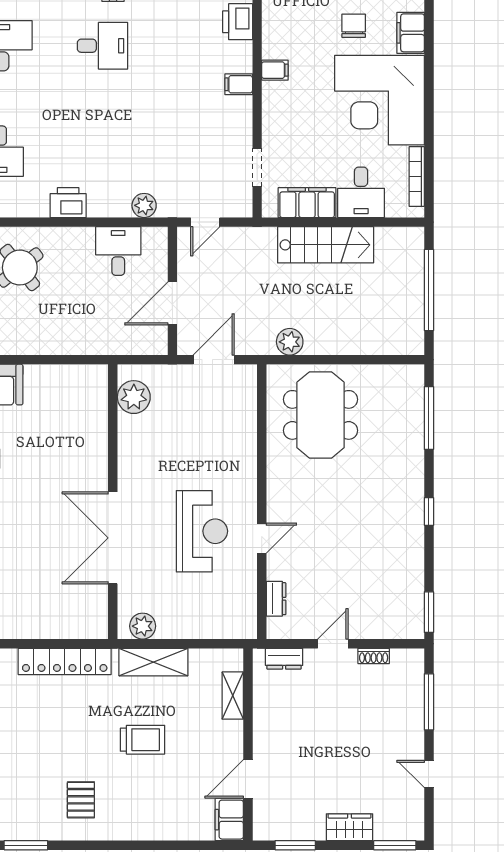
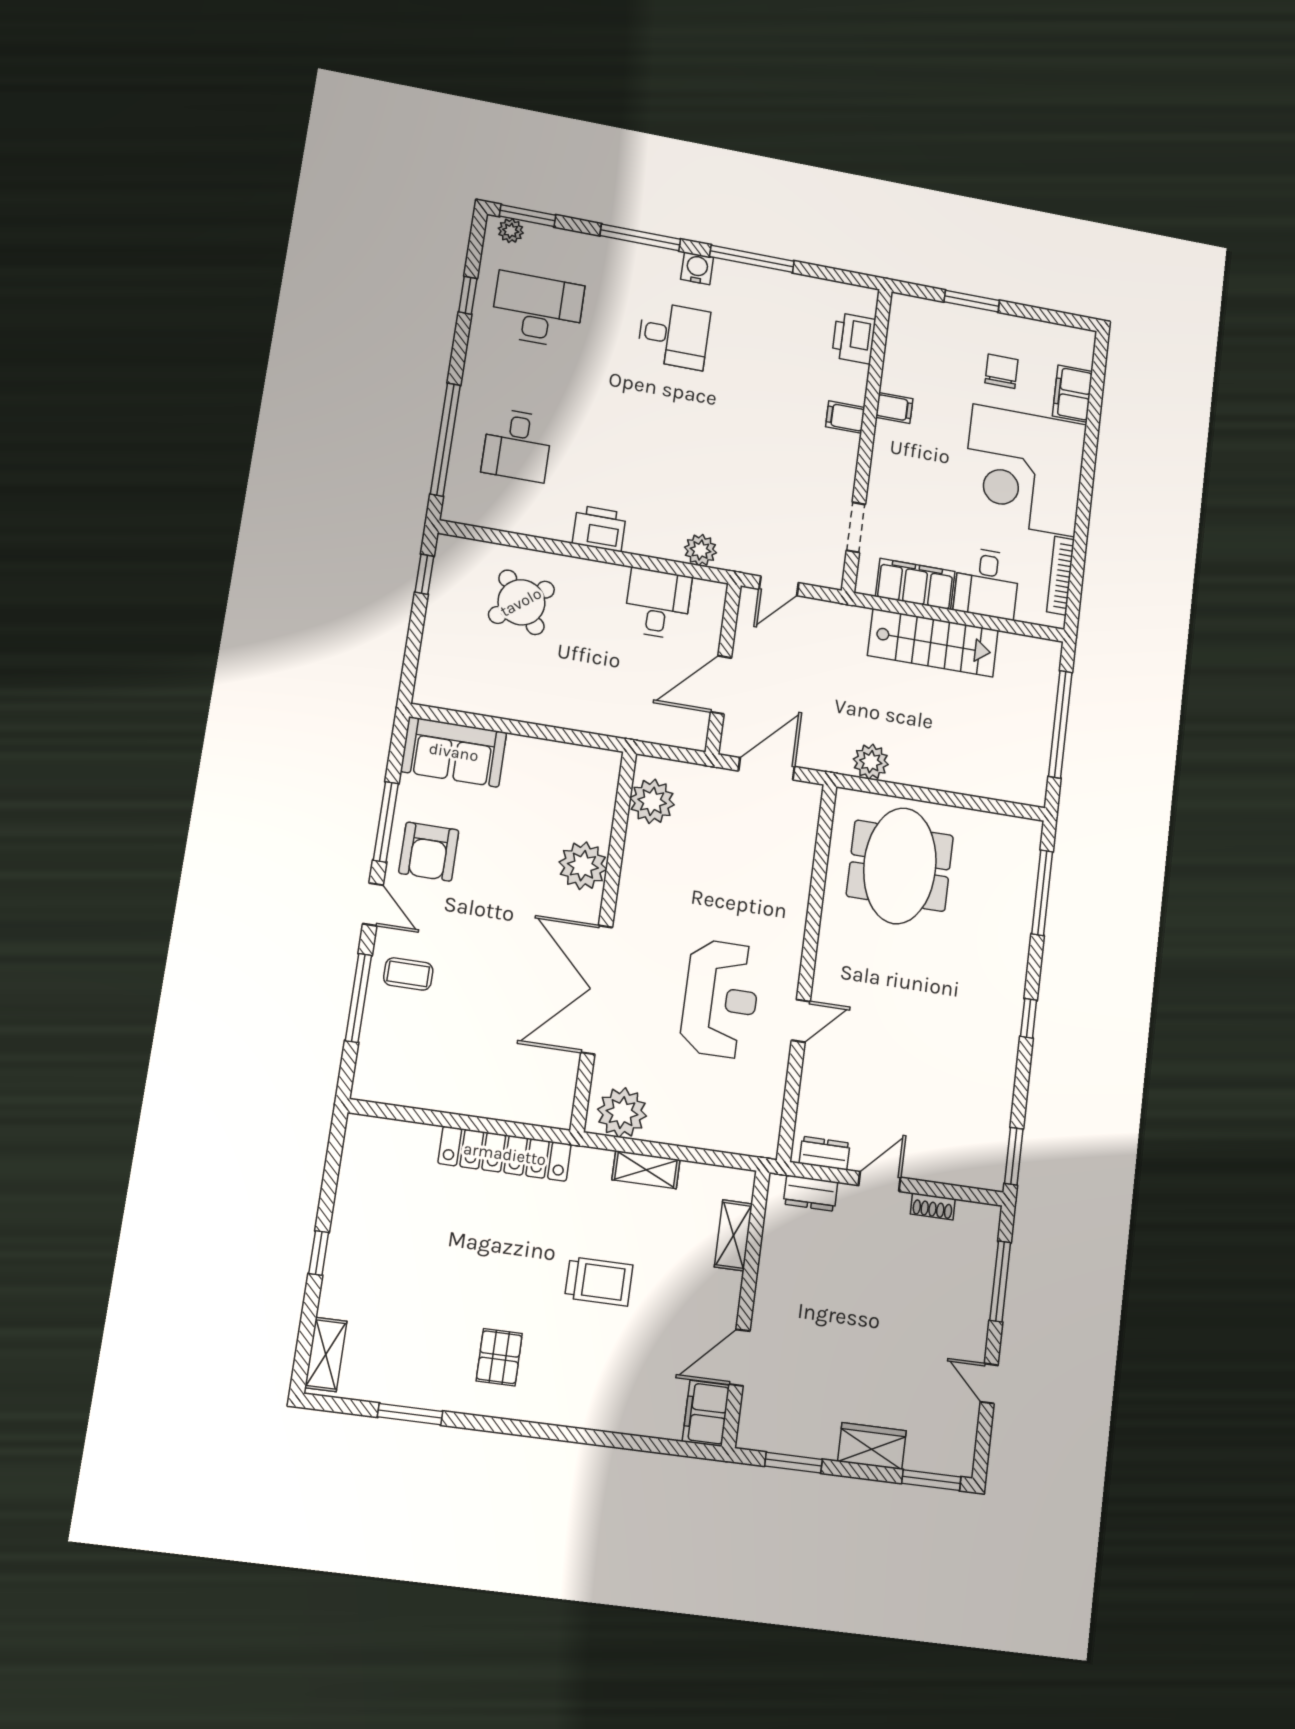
plant: (91, 451) -> (583, 866), added
dresser: (276, 599) -> (825, 1153), moved, turned -90
plant: (143, 626) -> (622, 1113), width x1.36, depth x1.36
shelving: (153, 662) -> (646, 1170), width x0.67, depth x0.75

